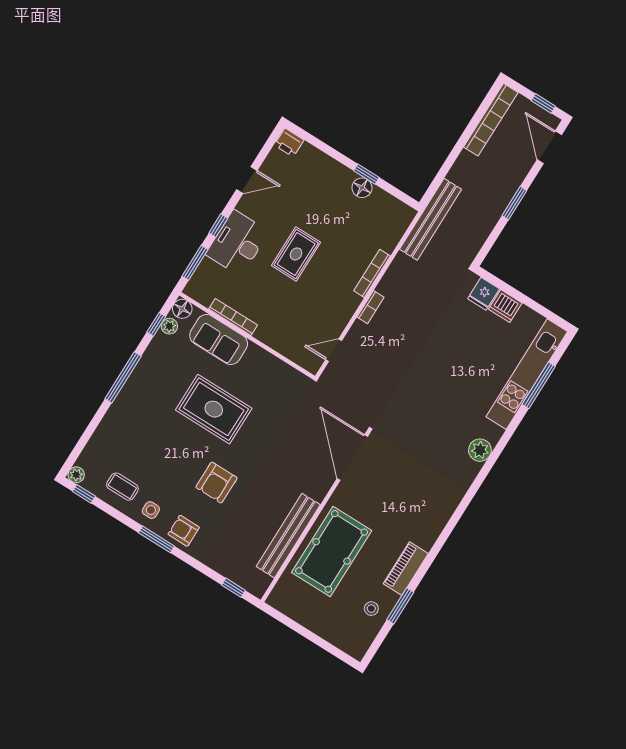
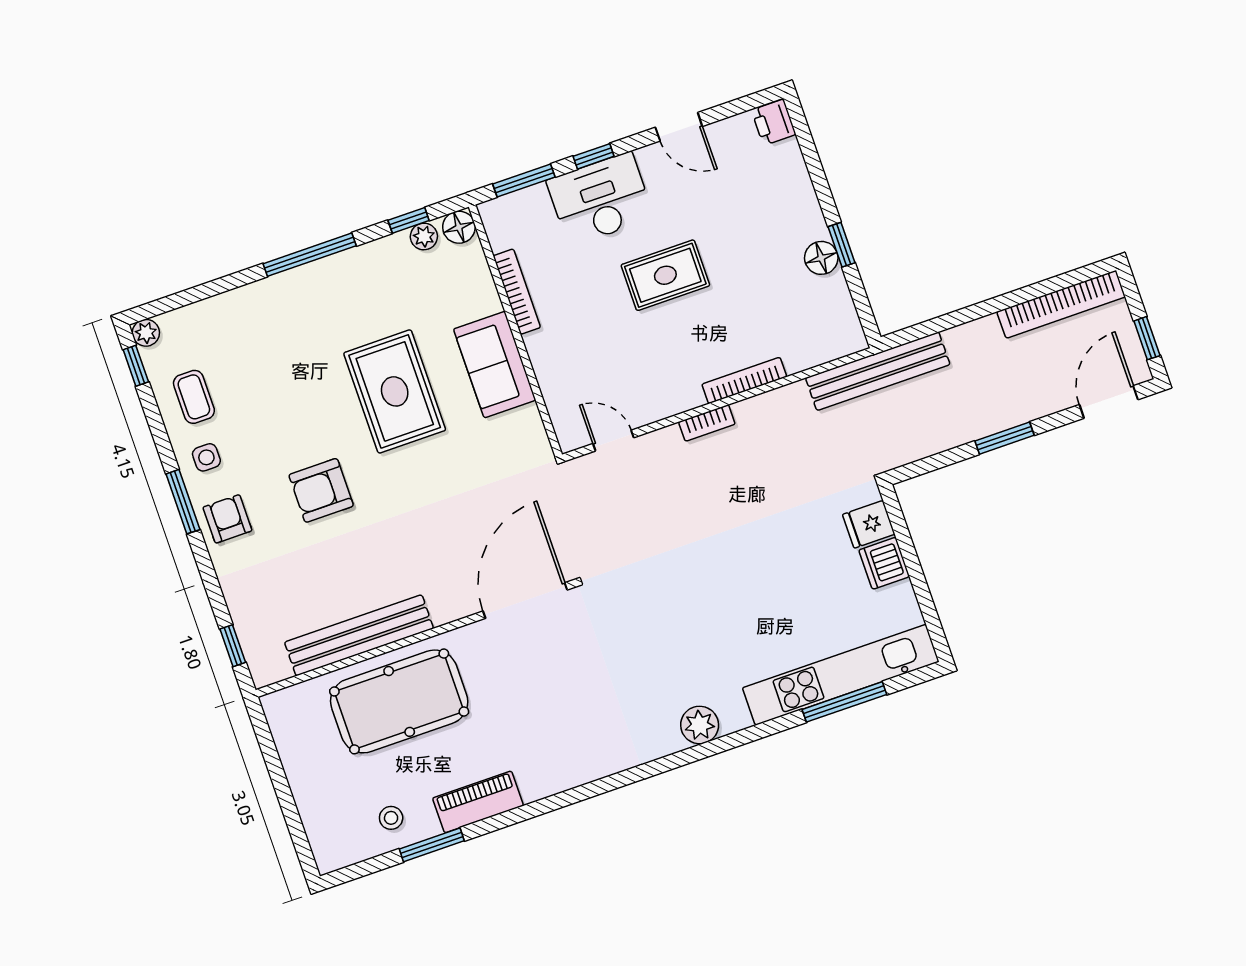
sofa: (219, 340) -> (495, 365), moved

